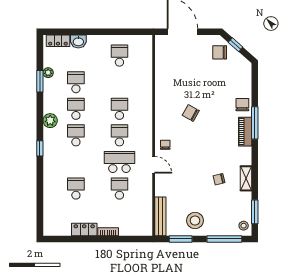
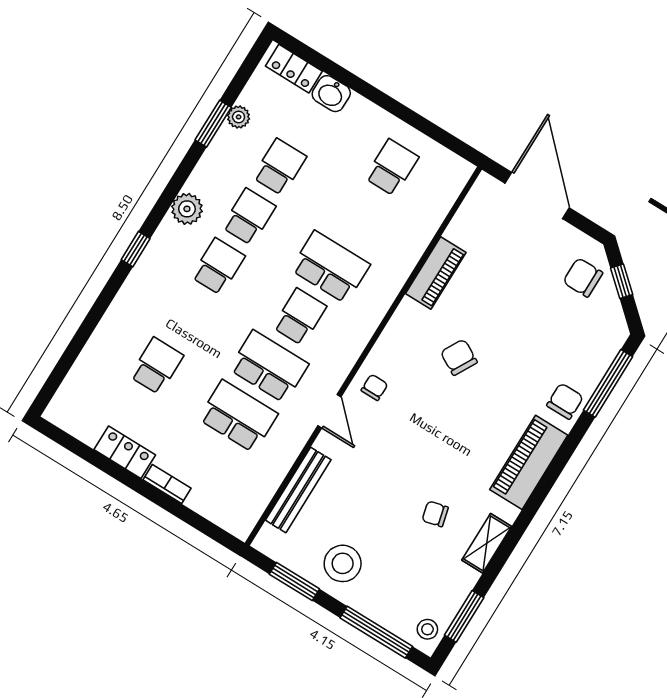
piano: (162, 86) -> (436, 273), added
school desk: (119, 109) -> (330, 267), width x1.85
window: (255, 123) -> (608, 383), moved
piano: (245, 132) -> (529, 462), width x1.37, depth x1.33
school desk: (119, 189) -> (238, 416), width x1.85
bench: (160, 216) -> (298, 490), moved

